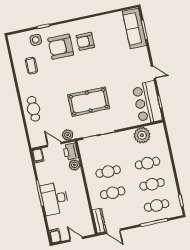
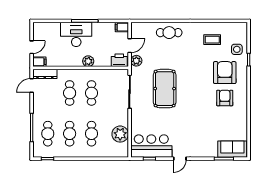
sofa: (134, 28) -> (232, 149), width x0.73
plant: (75, 165) -> (88, 61), moved
filing cabinet: (55, 236) -> (39, 62), moved

